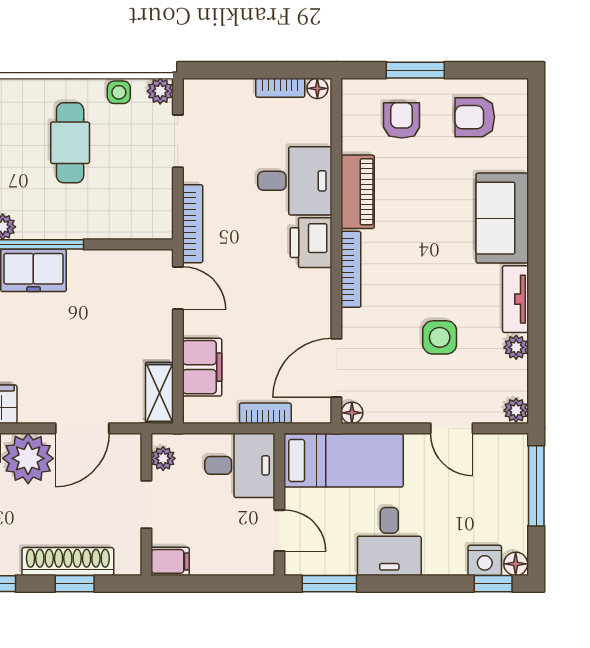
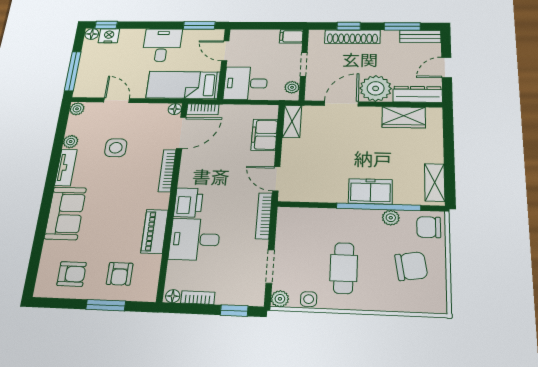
window: (225, 70) -> (234, 311), added
bookcase: (351, 269) -> (167, 171), moved
bookcase: (265, 413) -> (203, 109), moved

